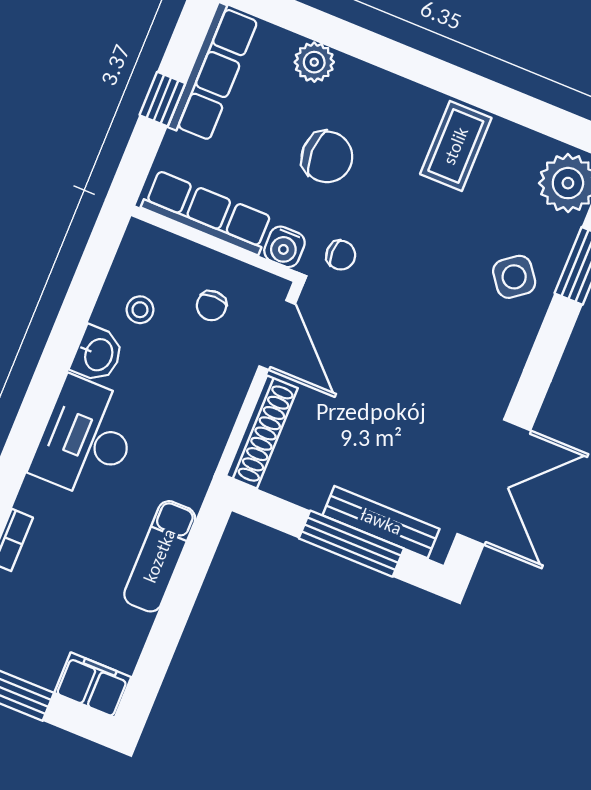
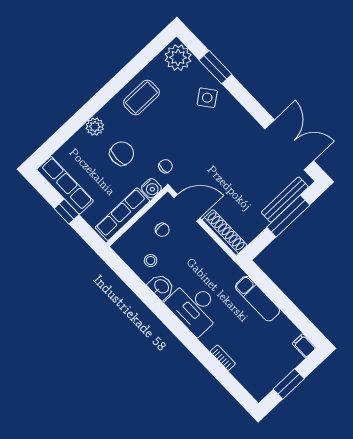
plant: (314, 62) -> (95, 127), moved
coffee table: (456, 146) -> (141, 98), turned 90
filing cabinet: (93, 685) -> (304, 346), width x0.50

